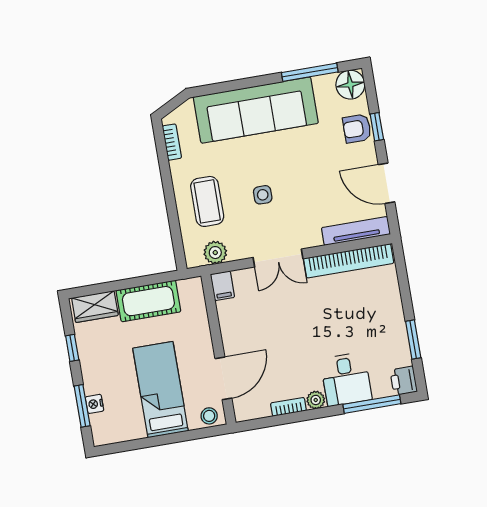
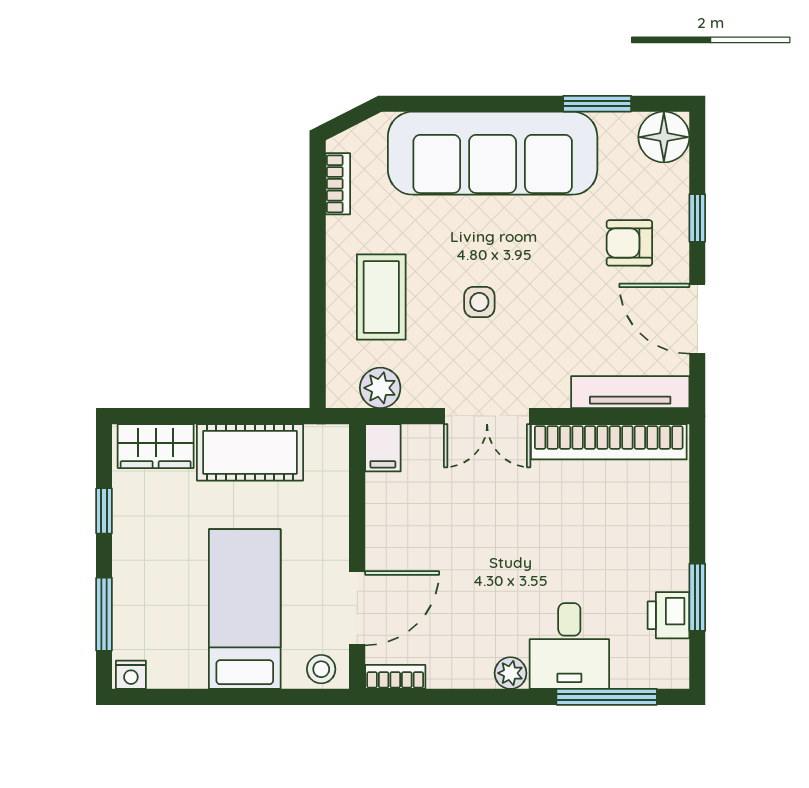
window: (310, 72) -> (597, 104), width x0.69
armchair: (357, 129) -> (629, 243), moved
printer: (404, 381) -> (668, 615), moved
nightstand: (94, 404) -> (131, 675), moved, turned -90
bookcase: (288, 407) -> (395, 677), moved

